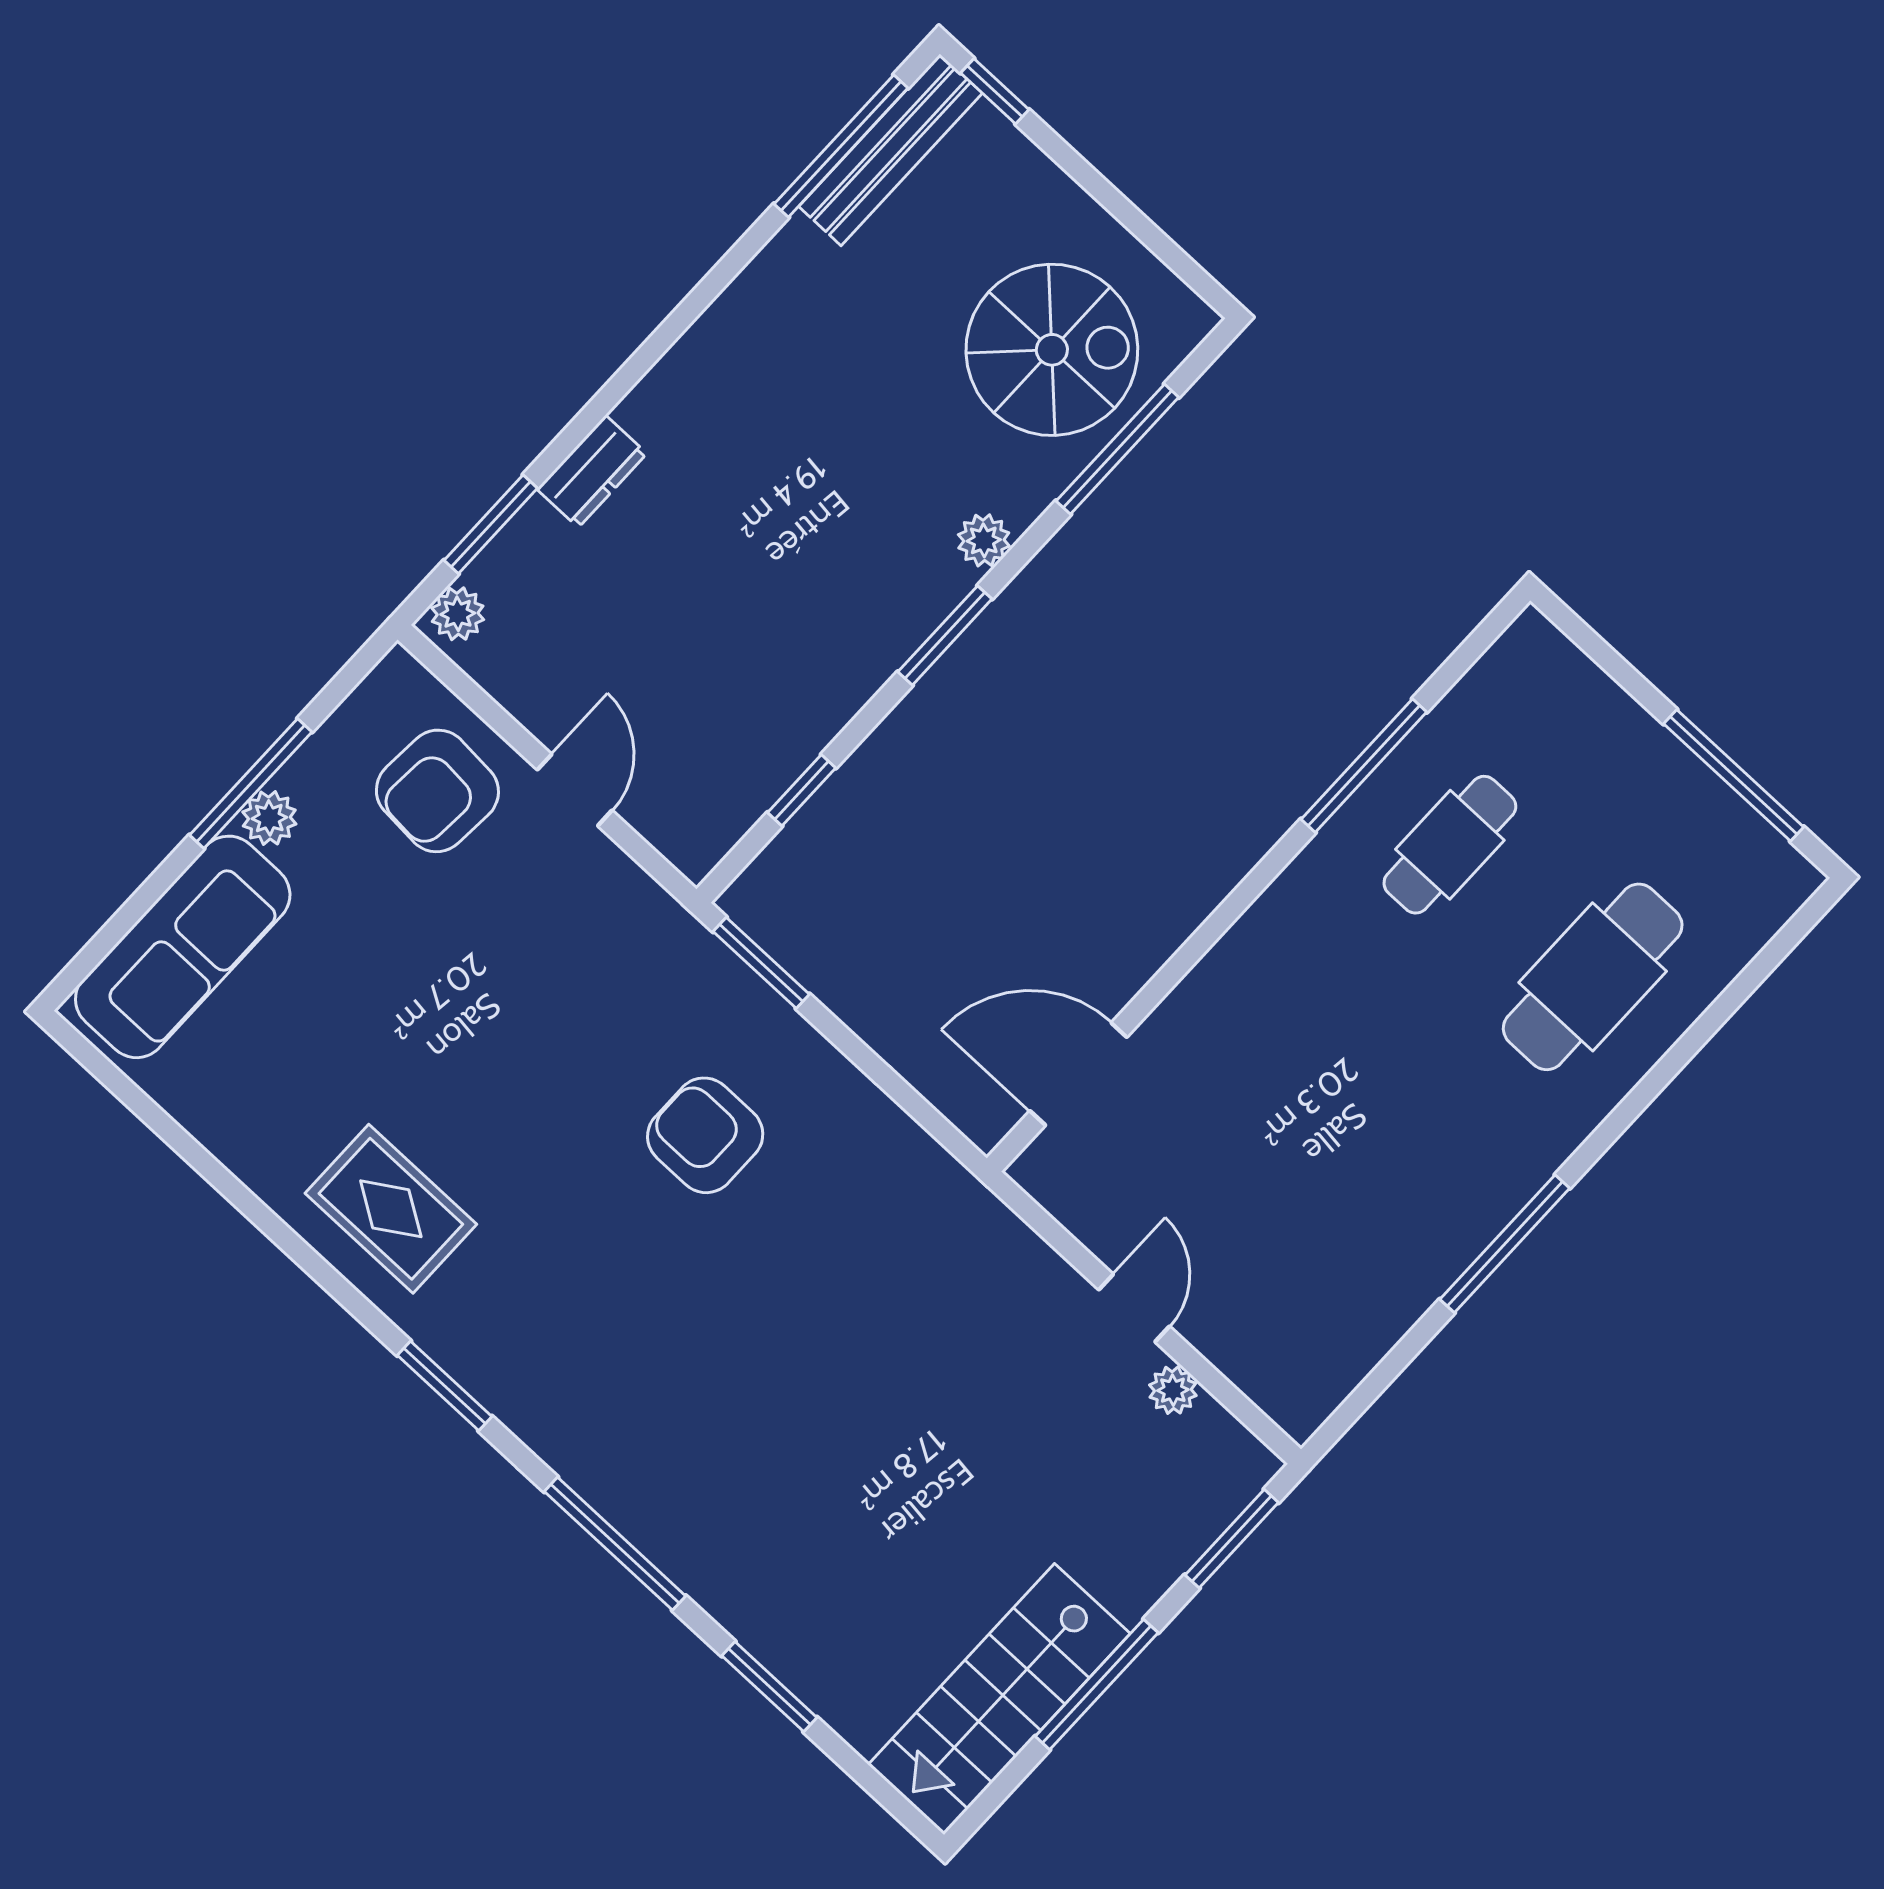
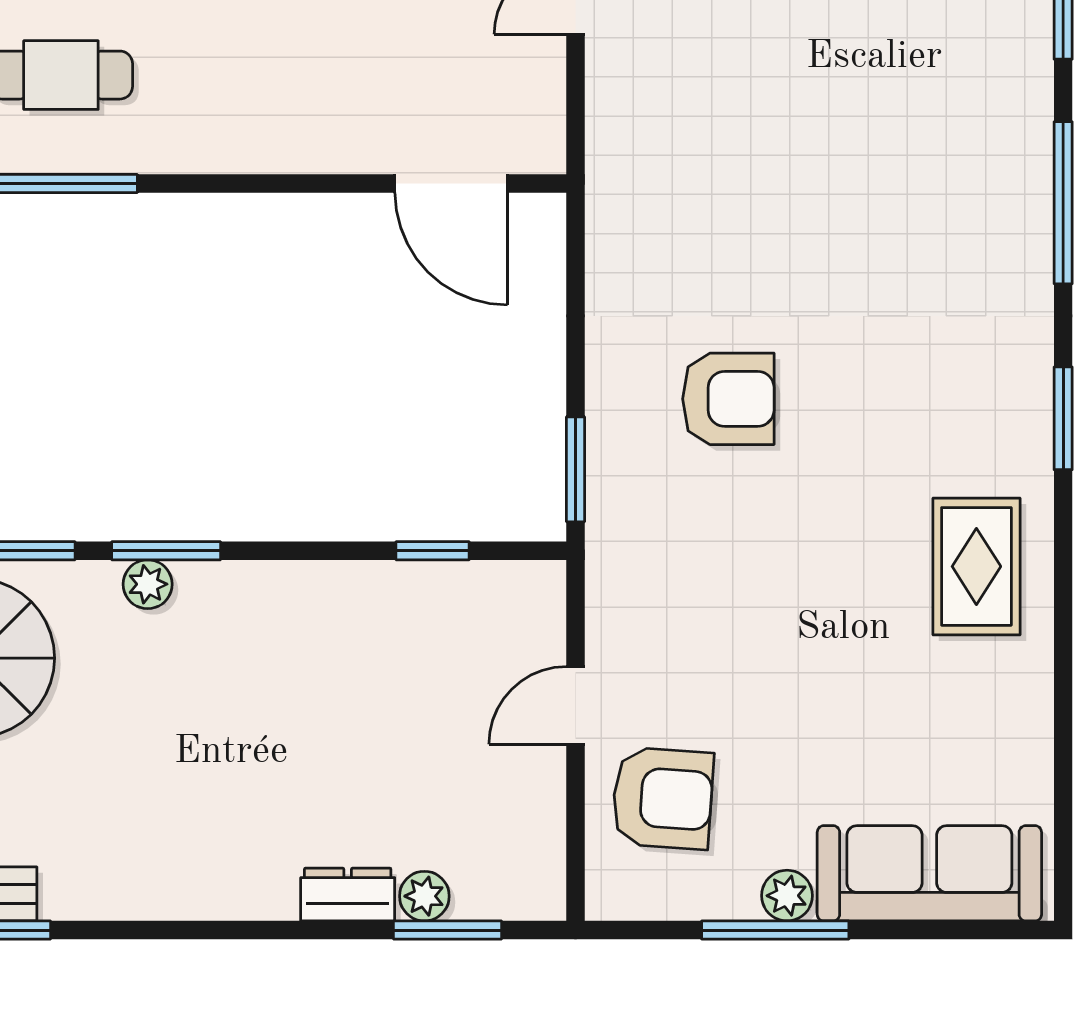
plant: (458, 614) -> (424, 896), moved
window: (945, 635) -> (166, 551), moved
armchair: (705, 1135) -> (728, 399), turned -90

